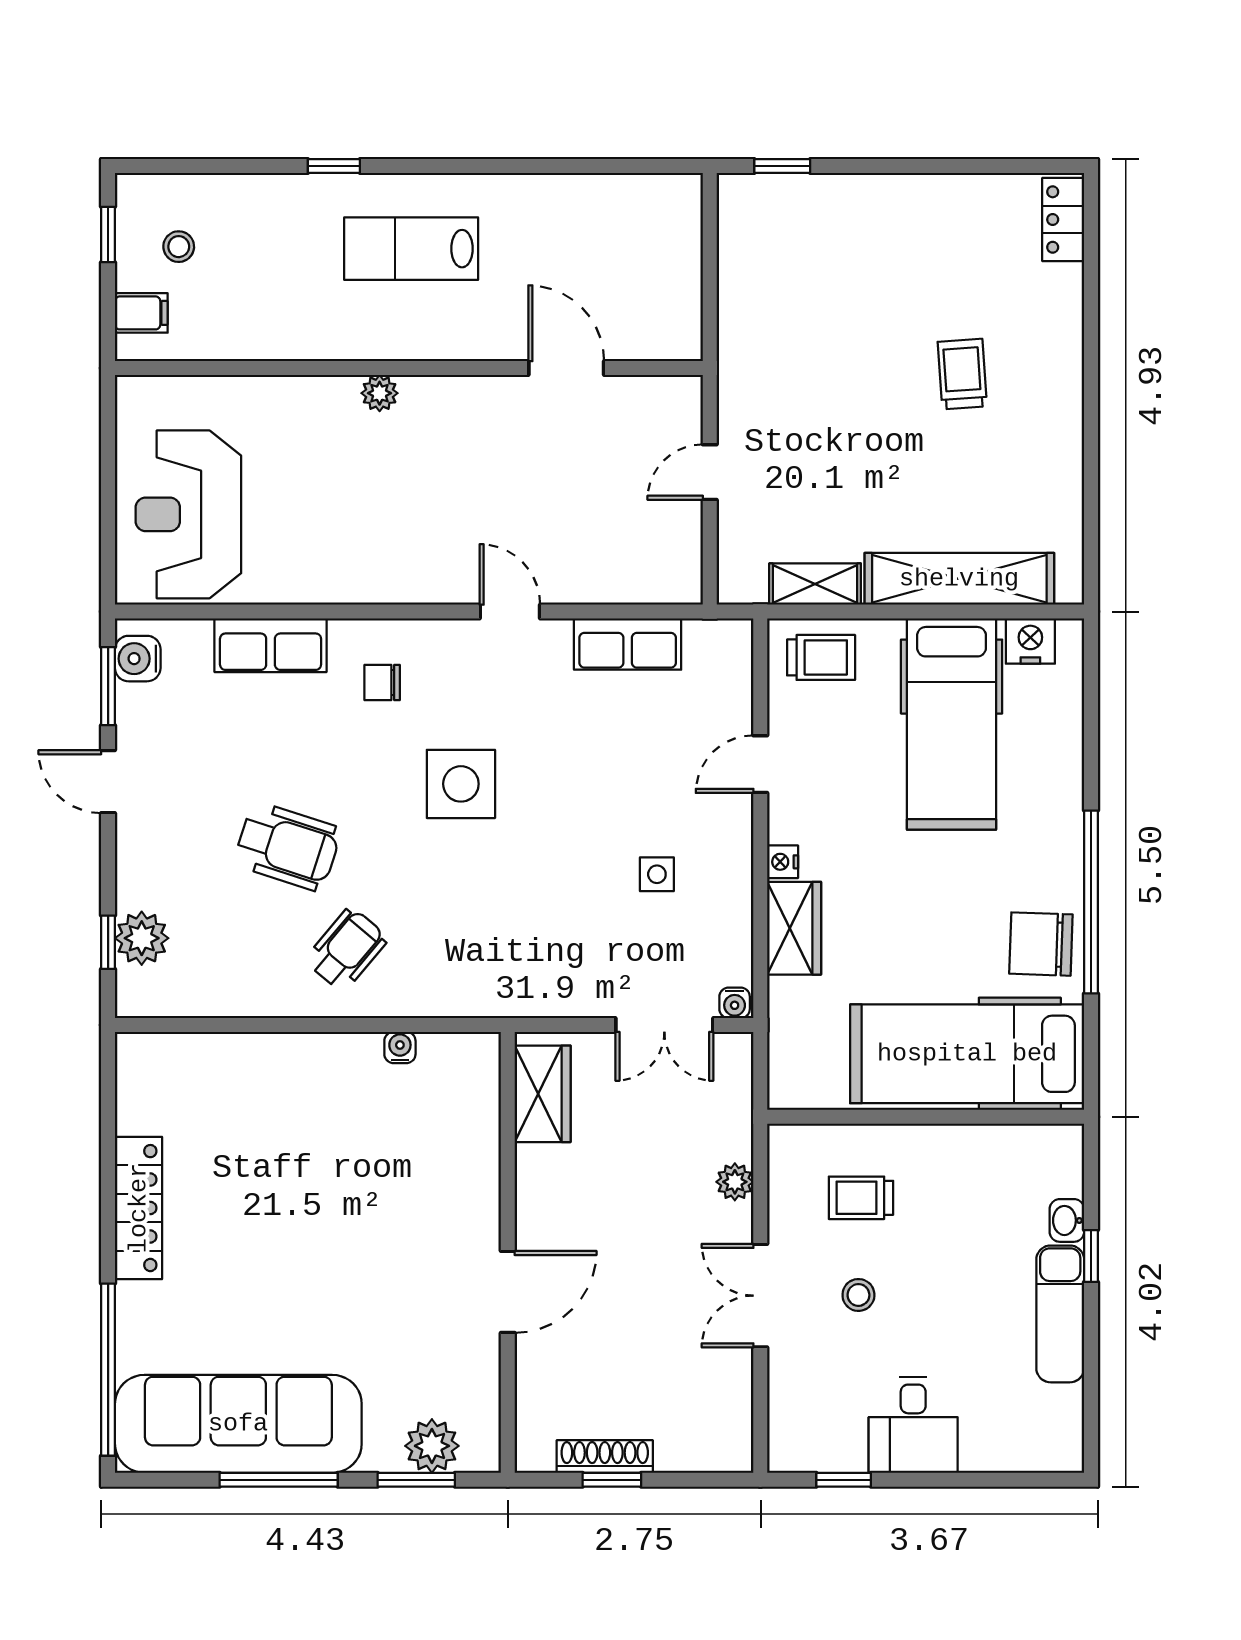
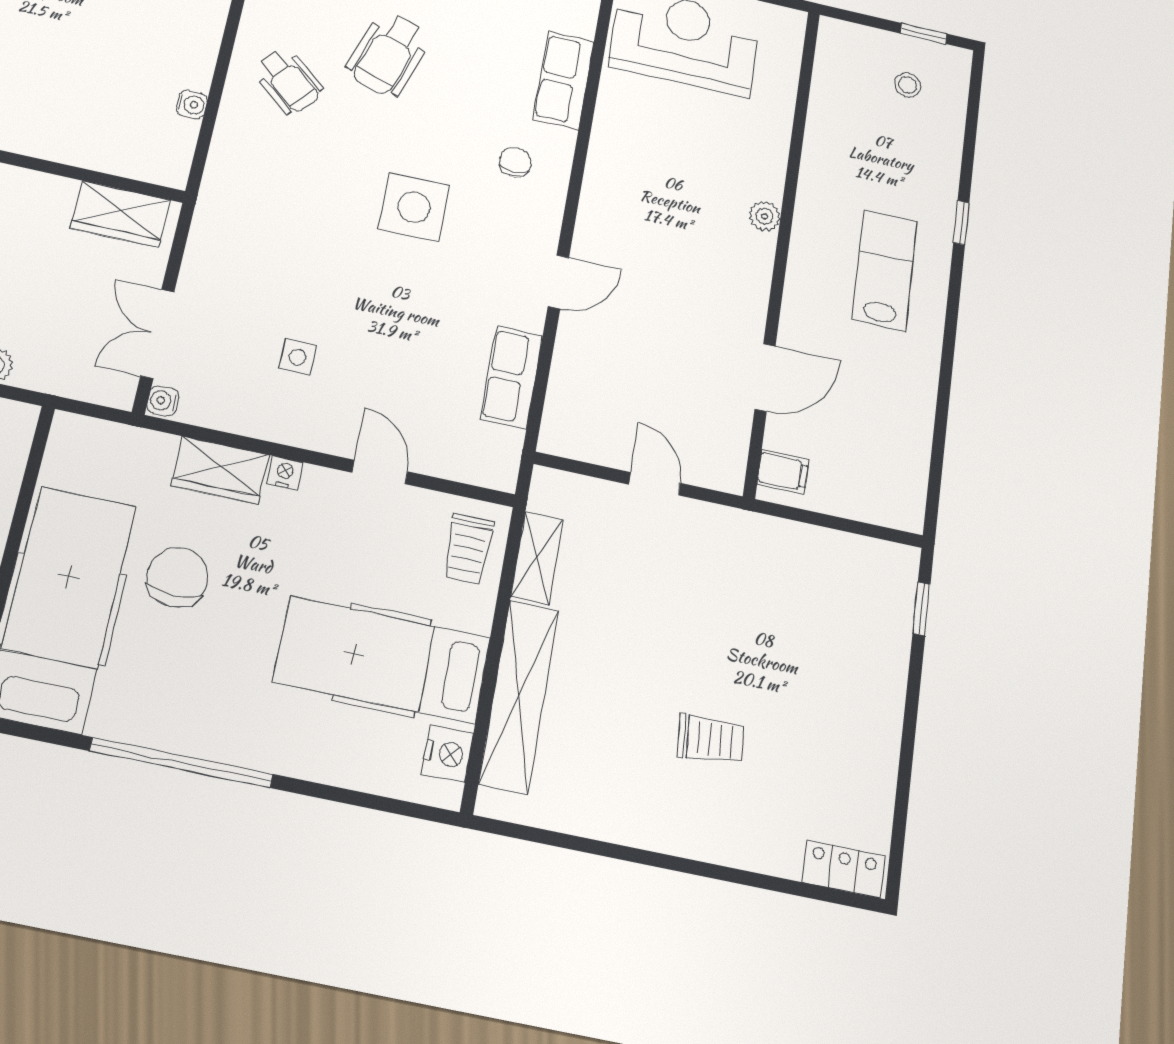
filing cabinet: (141, 313) -> (783, 472), moved, turned -90
chair: (1041, 944) -> (177, 577), moved

